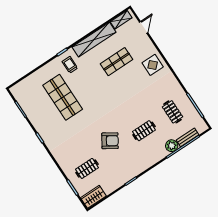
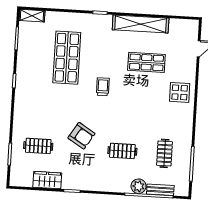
shelving: (121, 20) -> (32, 16), moved
trolley: (70, 65) -> (103, 87), moved
wardrobe: (93, 197) -> (47, 180), moved

